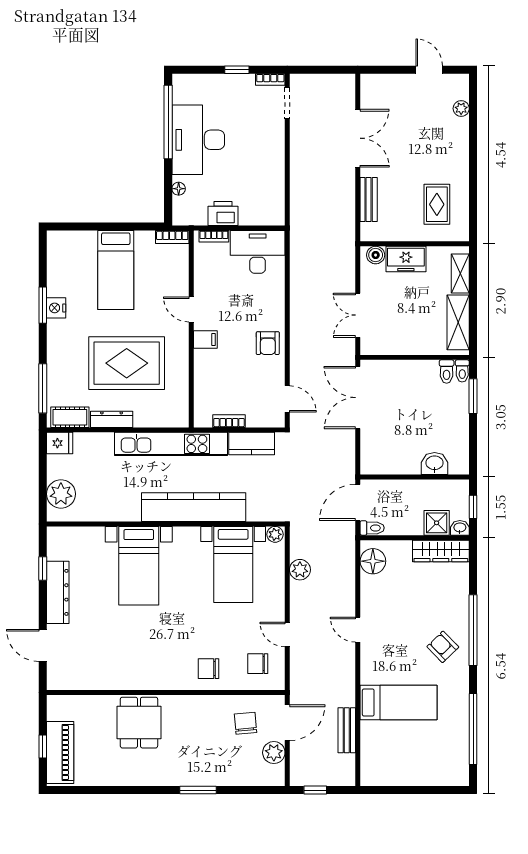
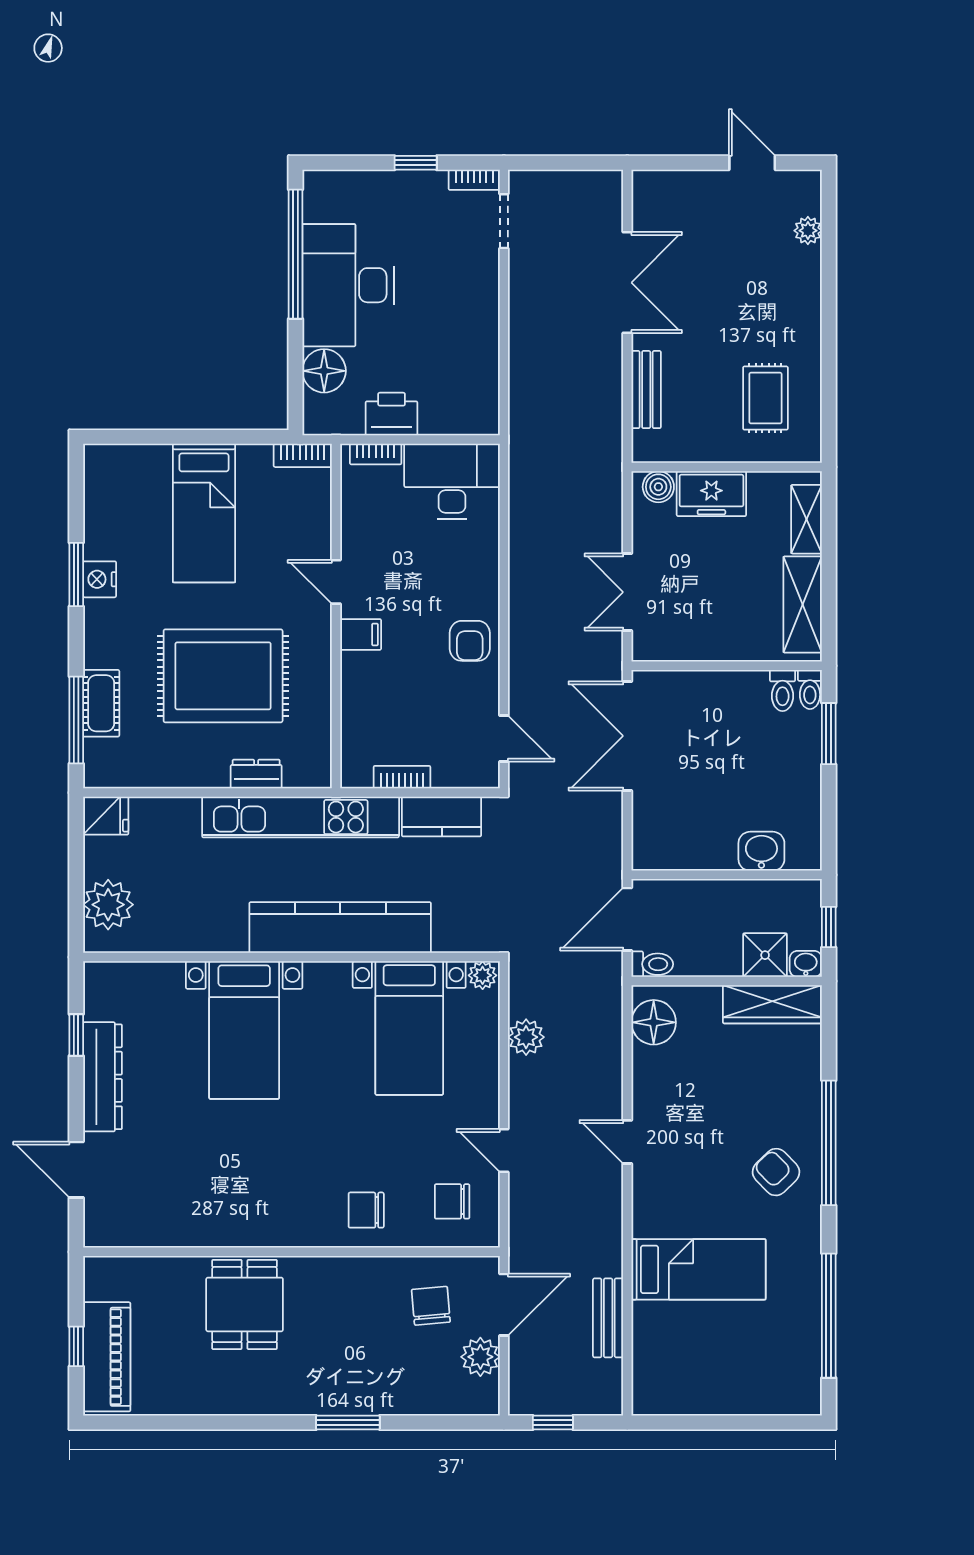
floor lamp: (179, 189) -> (324, 371), width x1.89, depth x1.89
cot: (70, 417) -> (101, 703), moved, turned 90
dresser: (112, 419) -> (256, 774), moved, width x0.70

